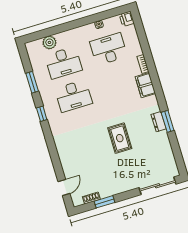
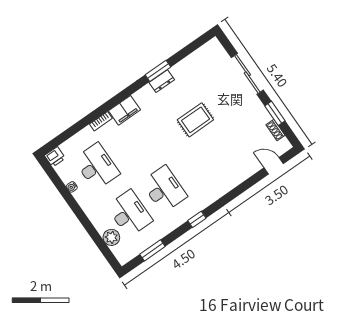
desk: (109, 49) -> (97, 166), turned 180
window: (32, 82) -> (152, 250), moved
sliding door: (157, 186) -> (247, 74), moved

